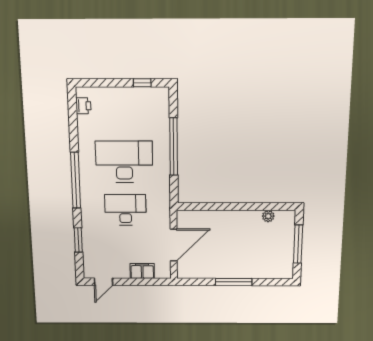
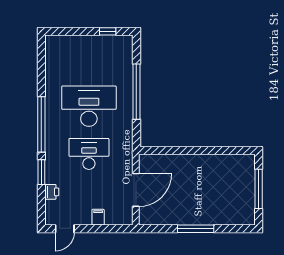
printer: (83, 106) -> (52, 192), moved
plant: (268, 216) -> (228, 160), removed
window: (78, 240) -> (41, 172), moved
filing cabinet: (142, 271) -> (98, 217), width x0.50

